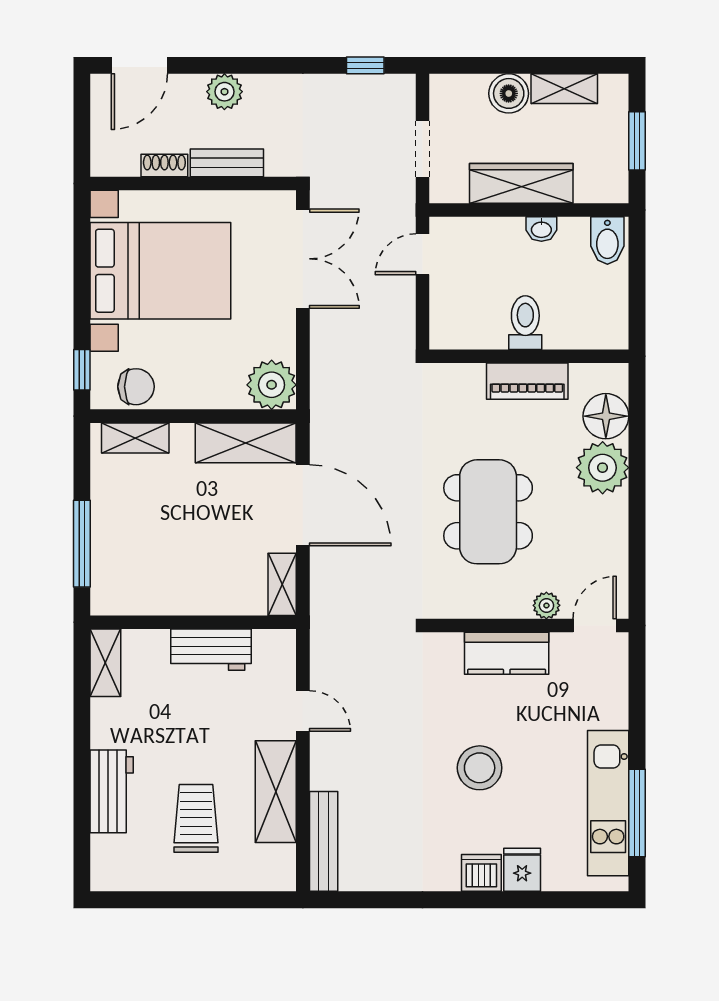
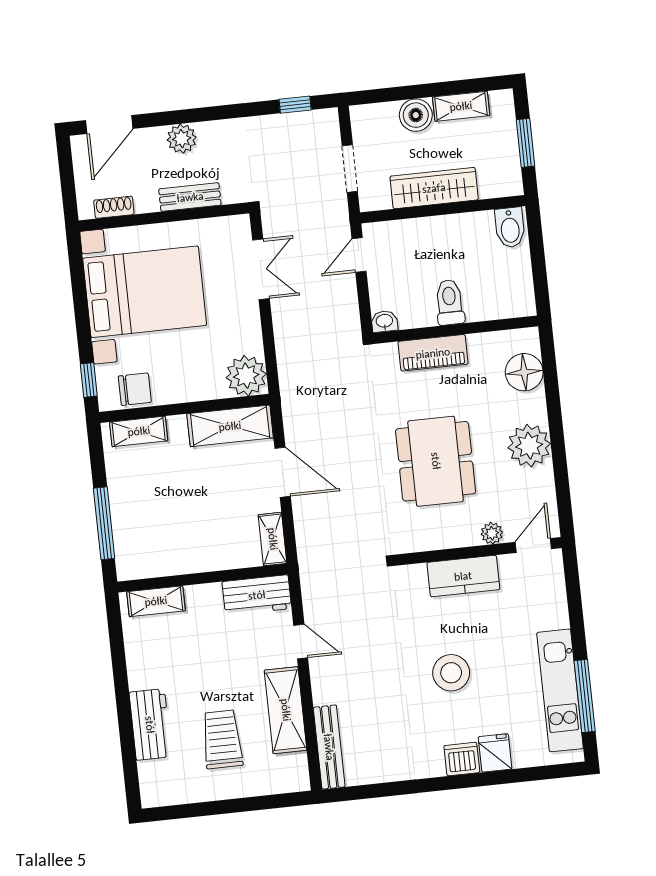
shoe rack: (164, 165) -> (114, 207), moved
washbasin: (541, 229) -> (384, 321), moved, turned 180
double door: (303, 259) -> (261, 269), width x0.73
piano: (527, 381) -> (433, 353), moved
plant: (603, 468) -> (529, 446), moved
door: (303, 505) -> (283, 472), width x0.73
workbench: (211, 650) -> (257, 595), moved
shelving: (105, 663) -> (156, 601), moved, turned 90

